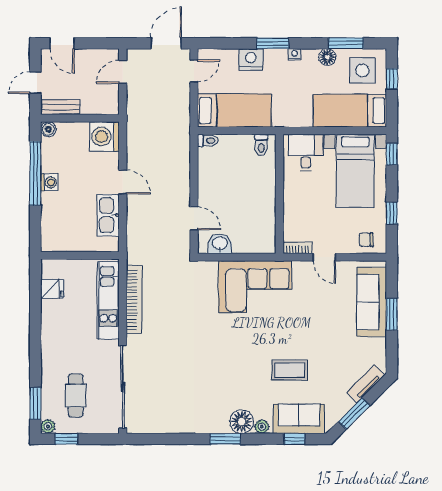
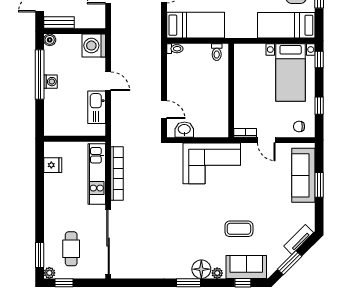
desk: (306, 153) -> (252, 58), removed

